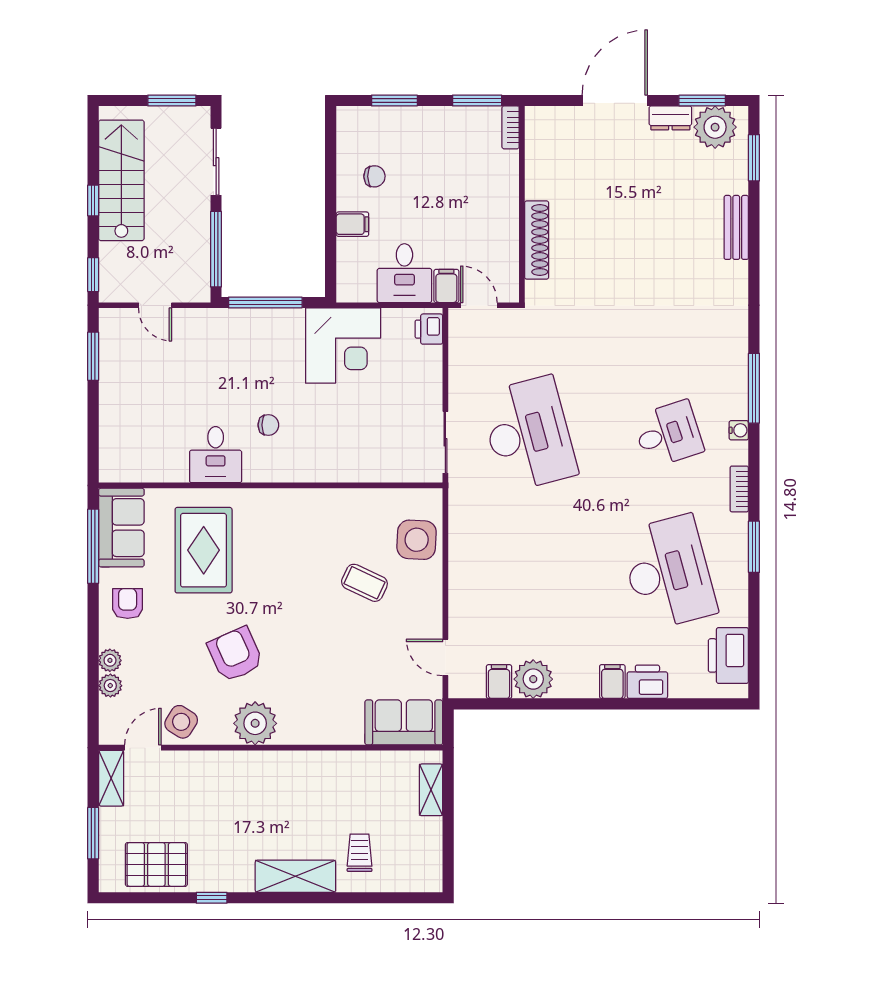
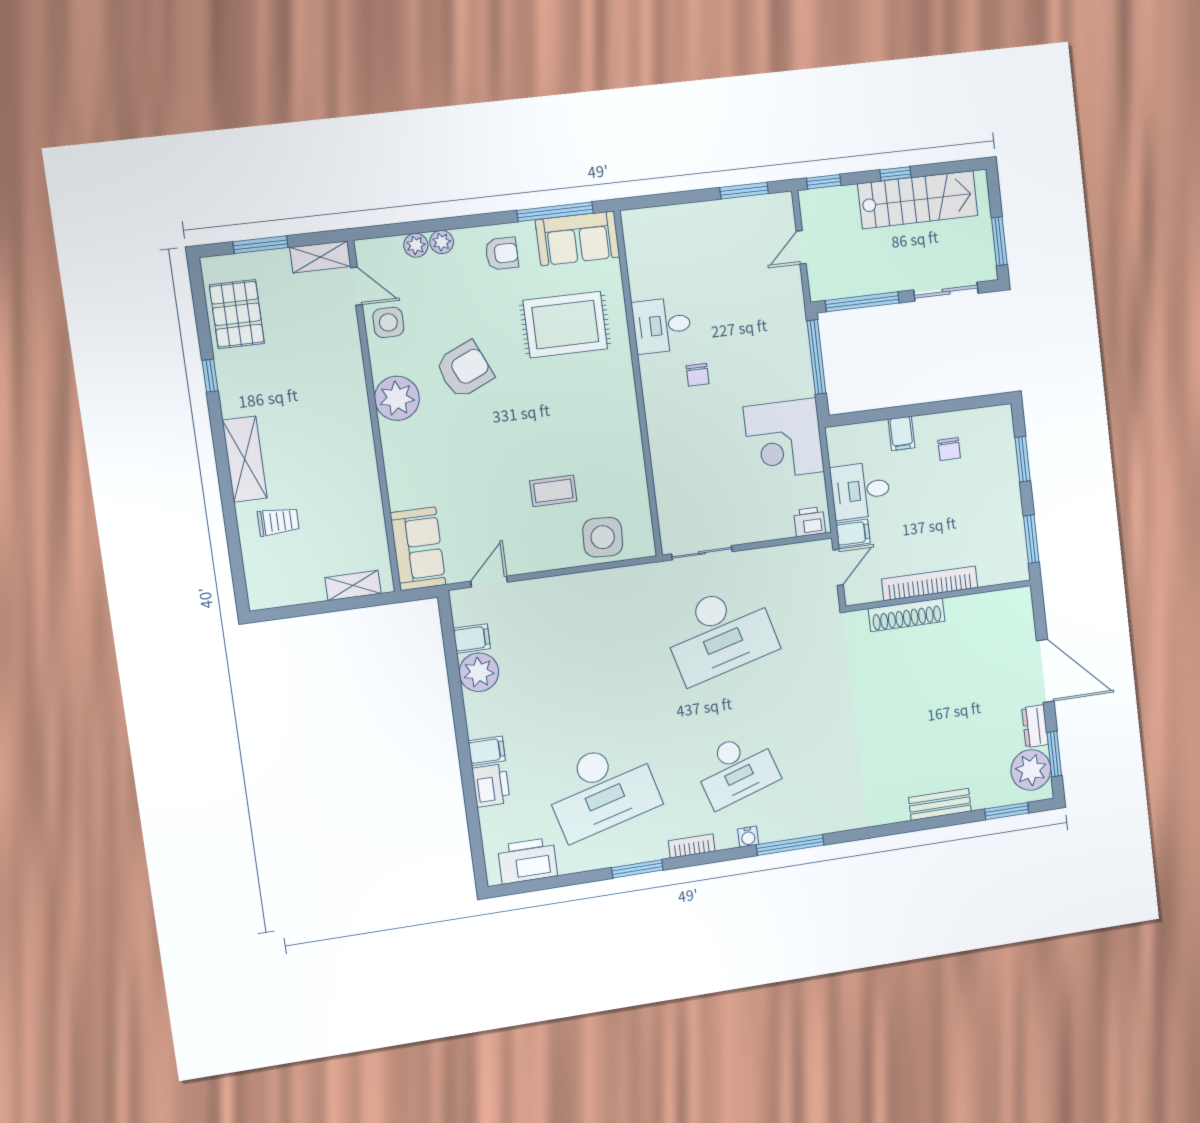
bookcase: (511, 127) -> (930, 583), moved, width x2.31, depth x1.31
desk: (668, 434) -> (736, 769), width x1.37
coffee table: (364, 583) -> (553, 491), turned 65
side table: (181, 722) -> (388, 322), turned -32

